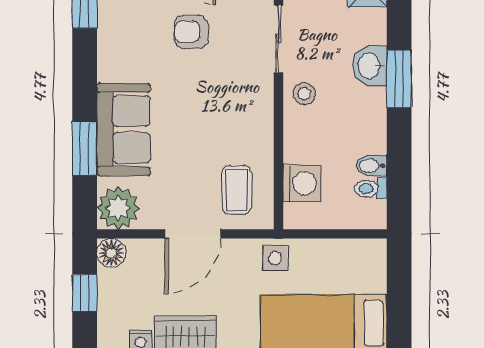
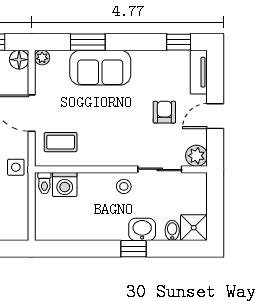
window: (399, 79) -> (134, 249), width x0.67
bidet: (371, 166) -> (172, 230), moved
toilet: (371, 189) -> (44, 183), moved, turned 180
plant: (118, 208) -> (42, 58), width x0.53, depth x0.53

